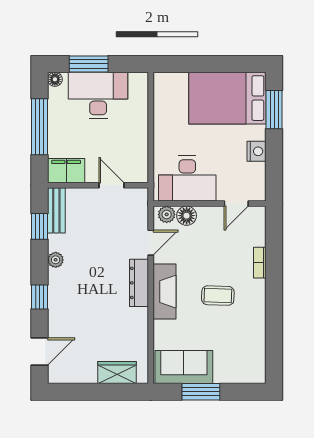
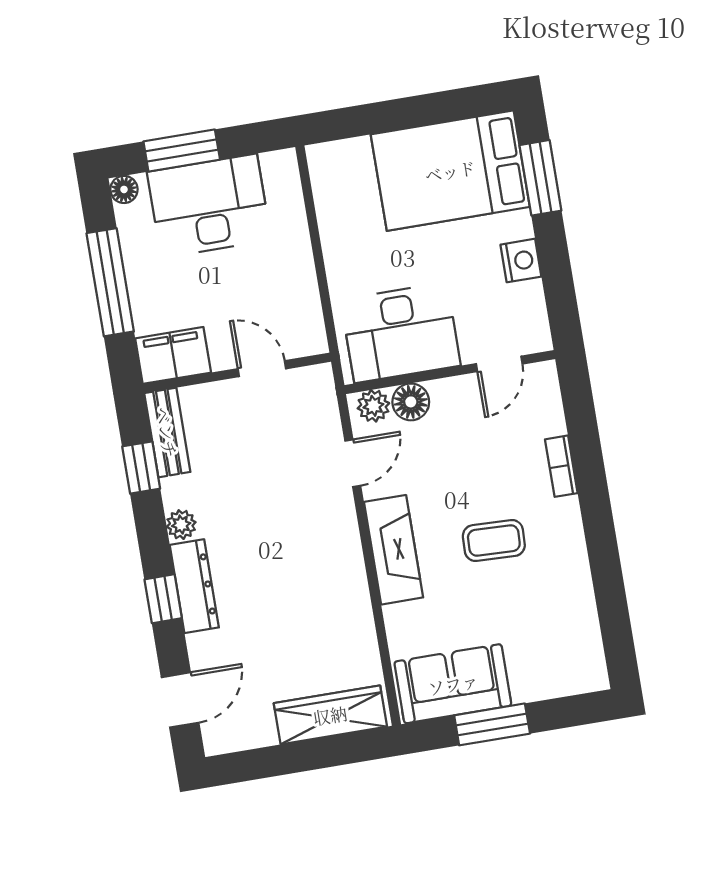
dresser: (139, 283) -> (194, 586), moved, turned 180
wardrobe: (117, 373) -> (330, 715), width x1.50

